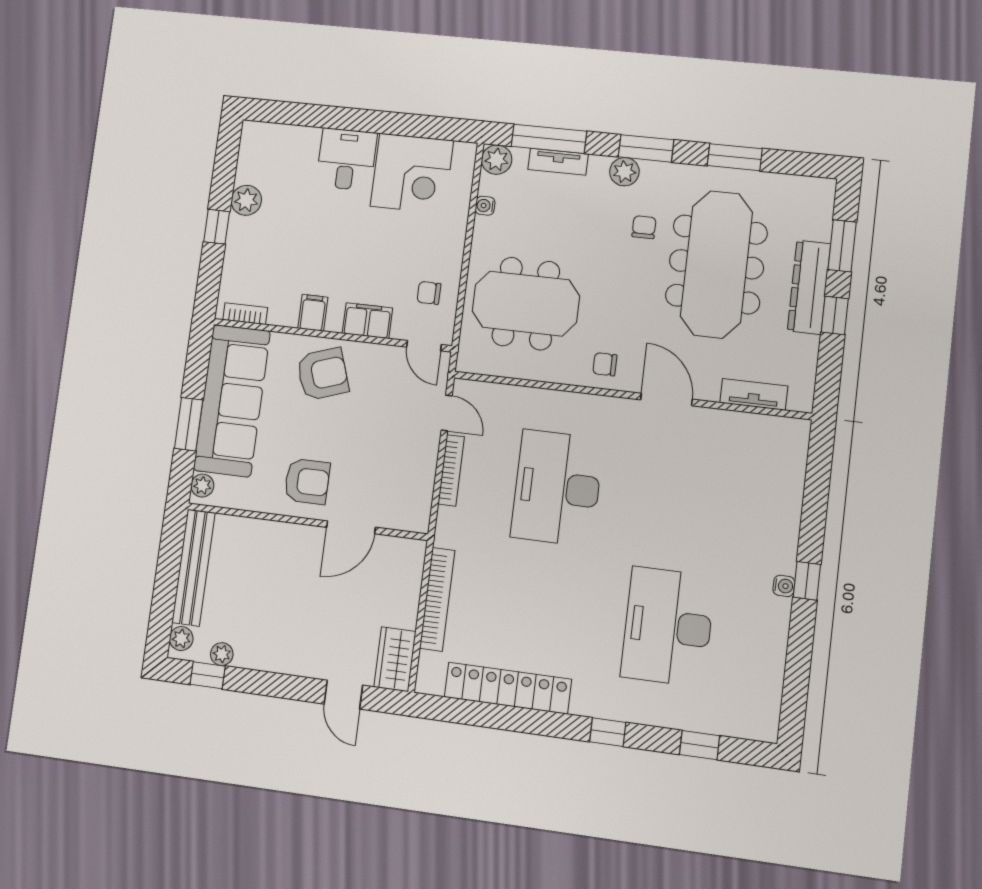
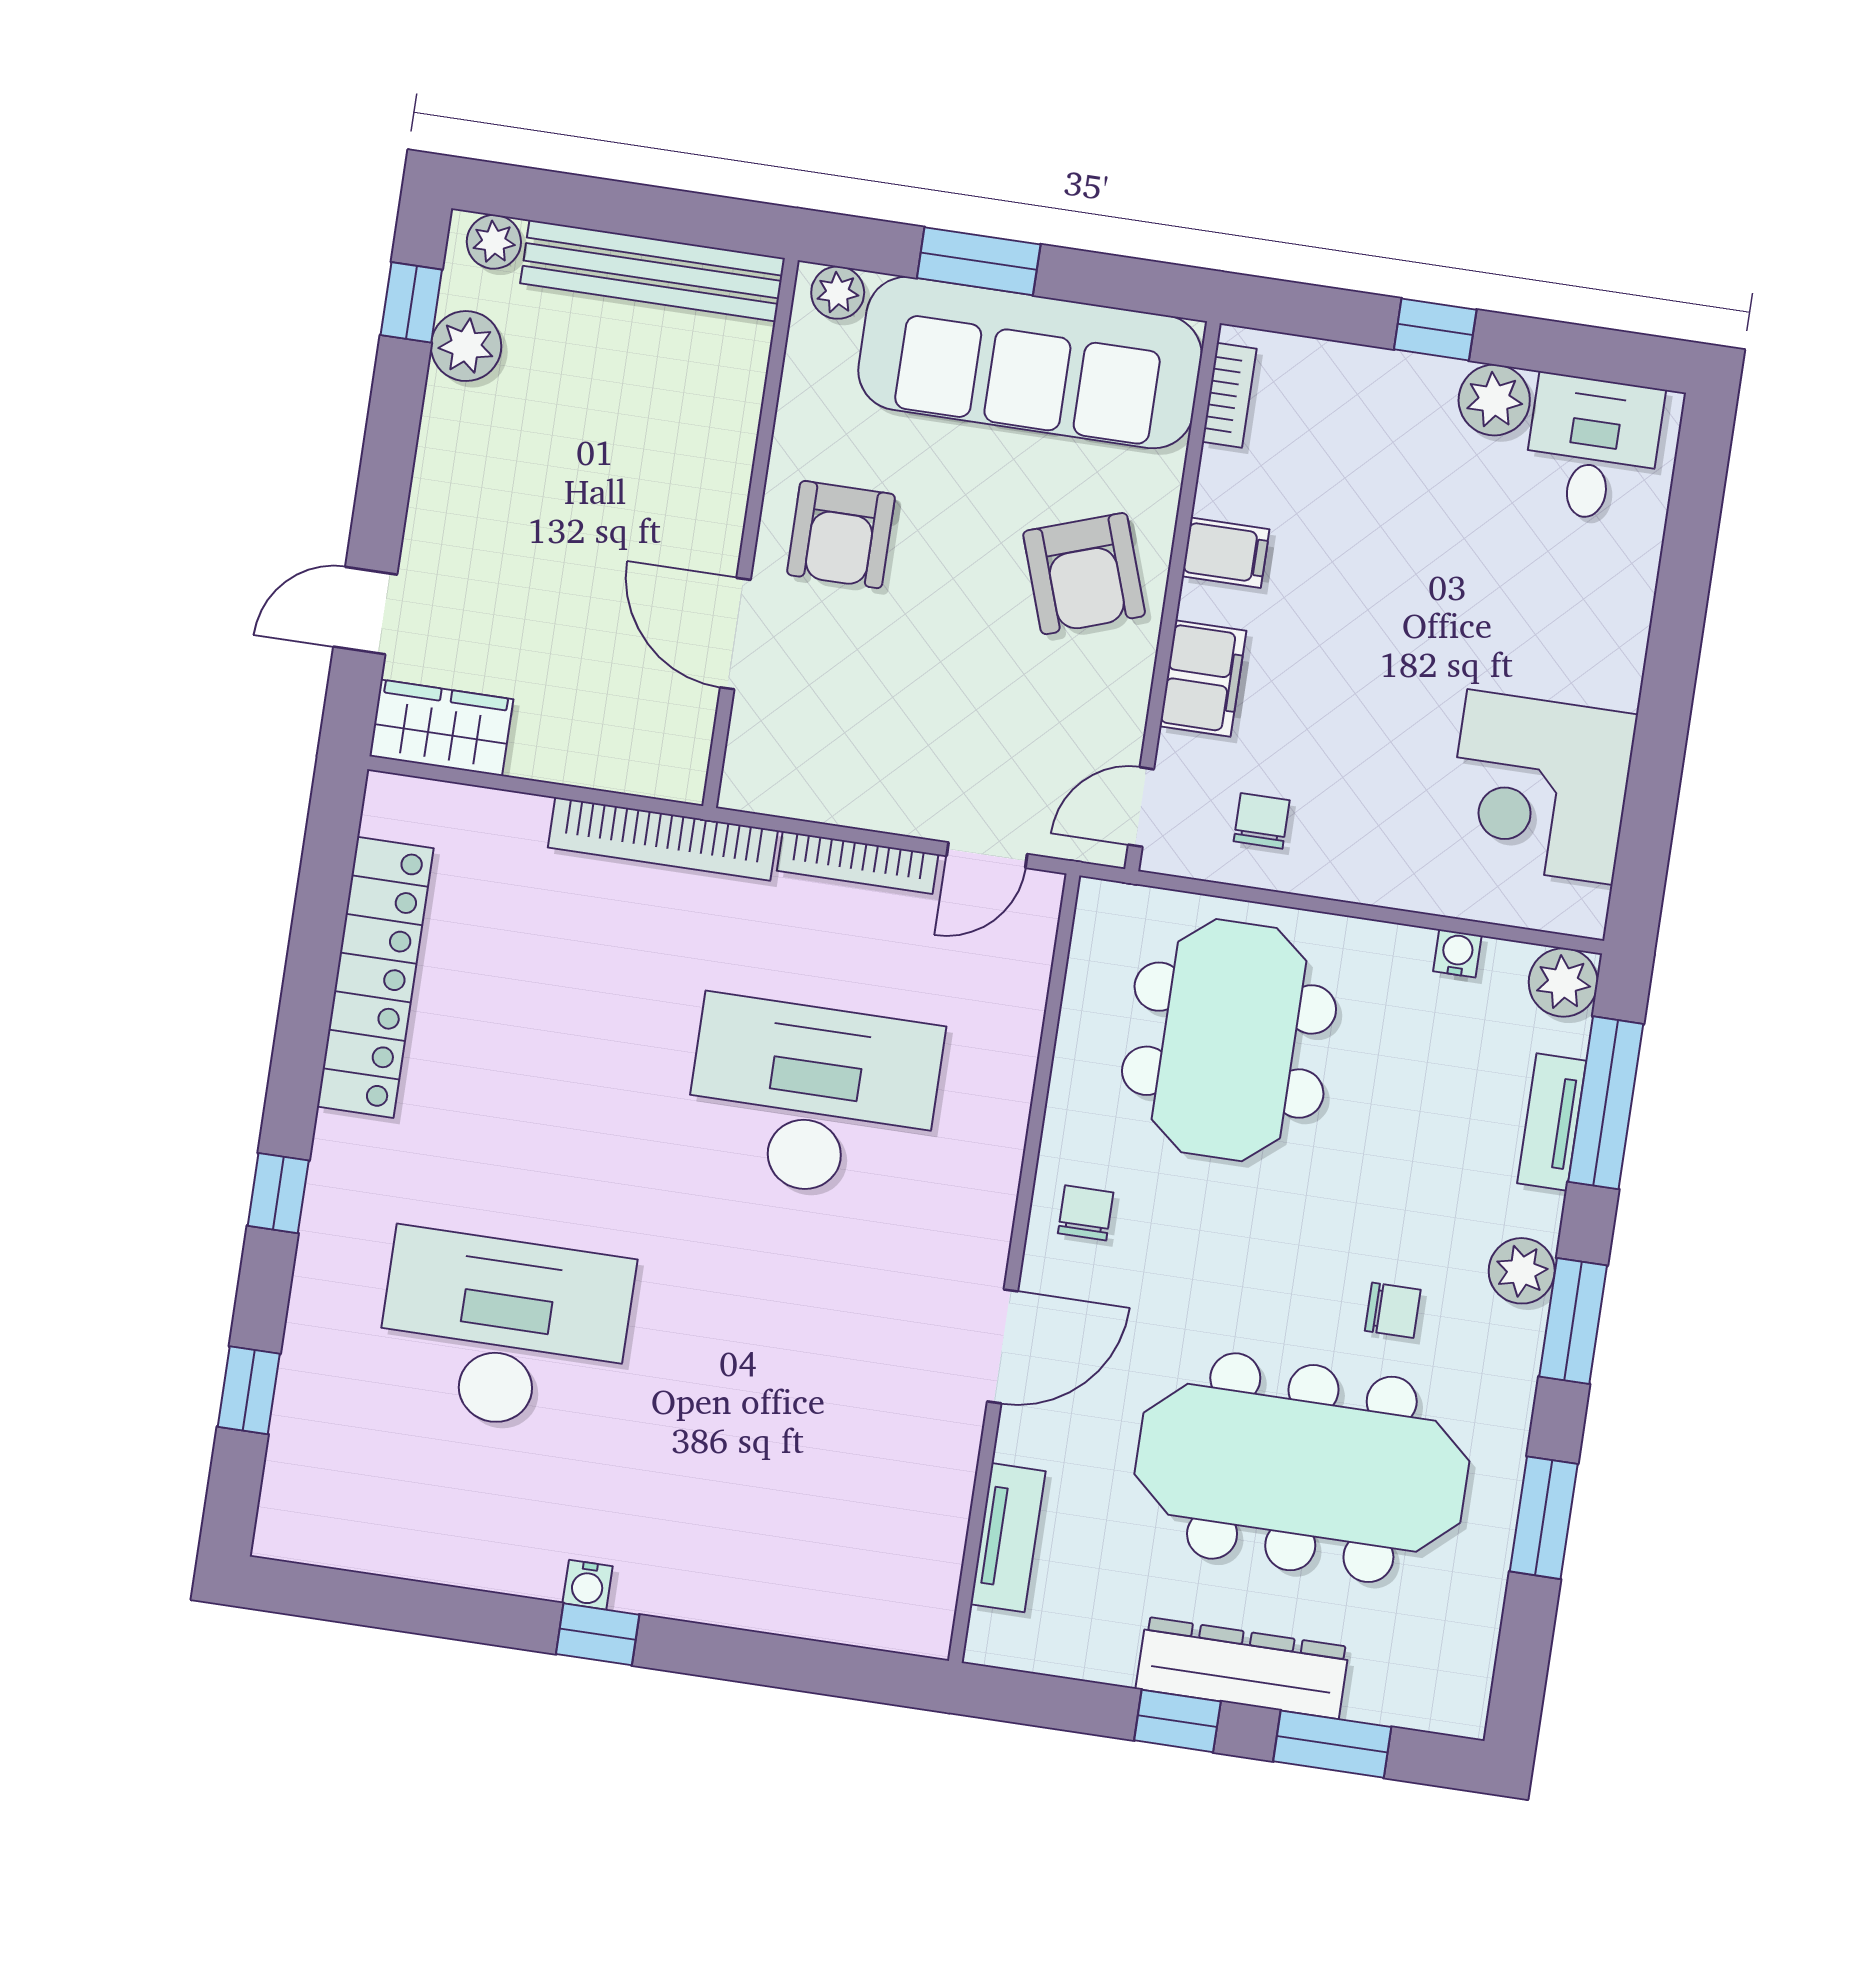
desk: (346, 159) -> (1593, 449), moved, turned -90
bookcase: (437, 599) -> (663, 839), moved
plant: (222, 654) -> (466, 346), width x1.38, depth x1.38

